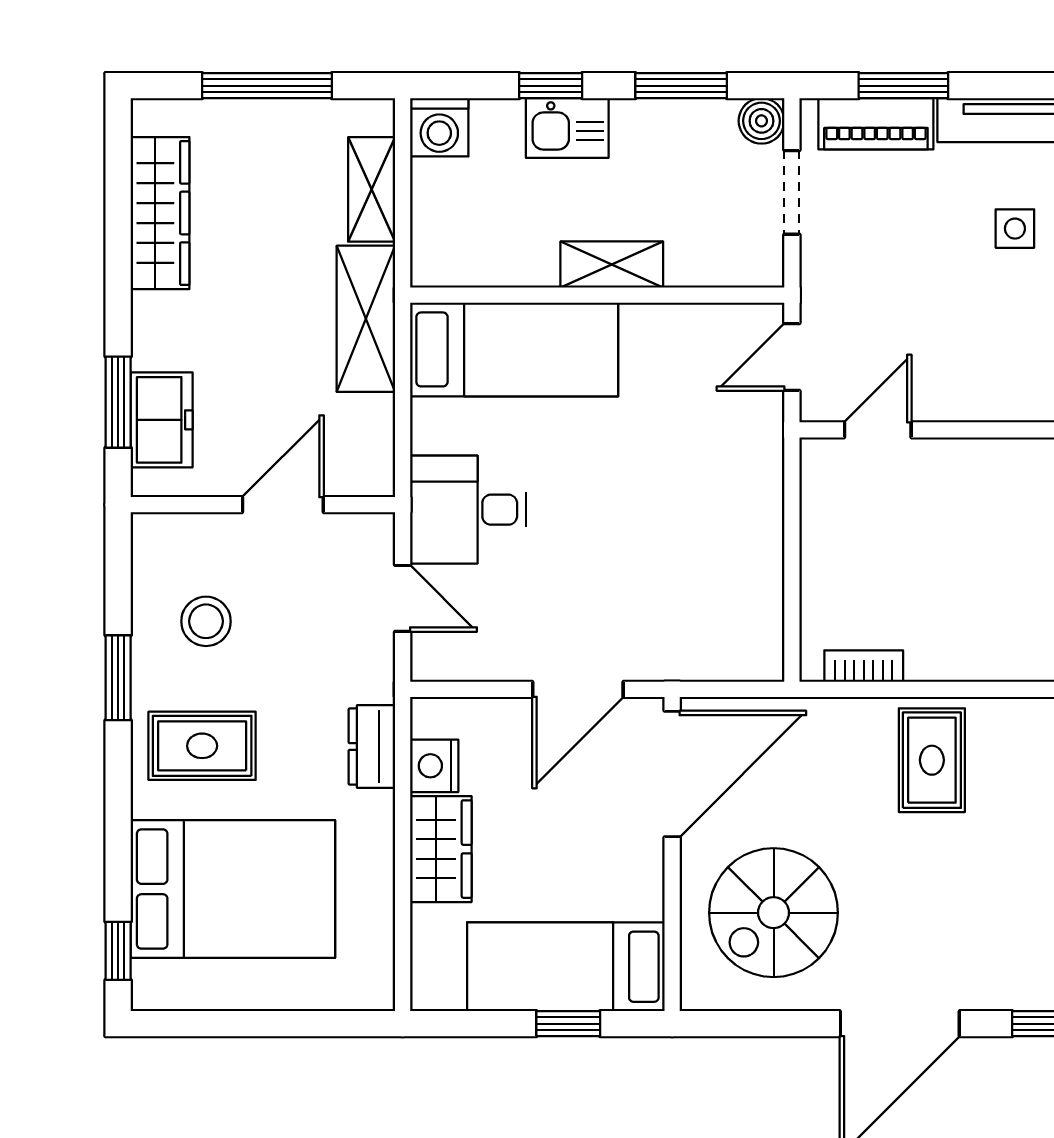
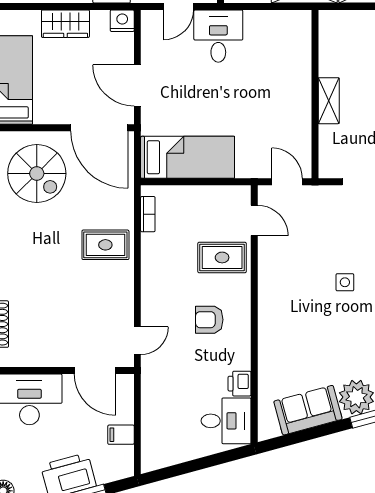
bed: (514, 349) -> (188, 157), moved, turned -90
rug: (960, 501) -> (222, 257), added
nightstand: (434, 766) -> (122, 21), moved
spiral stairs: (774, 913) -> (37, 174), turned 180

